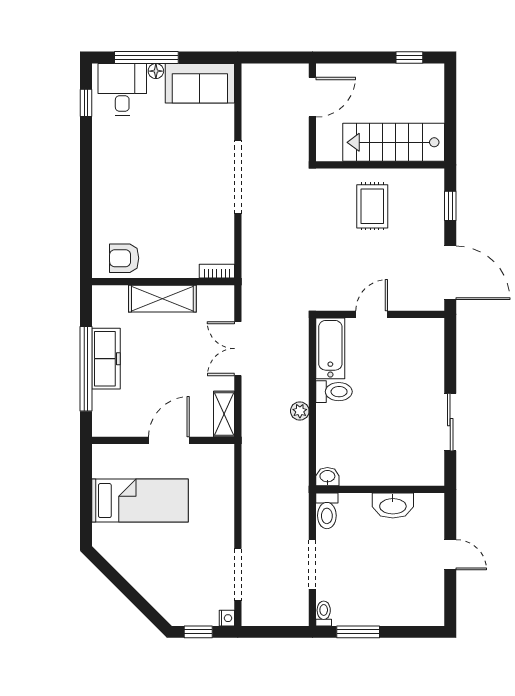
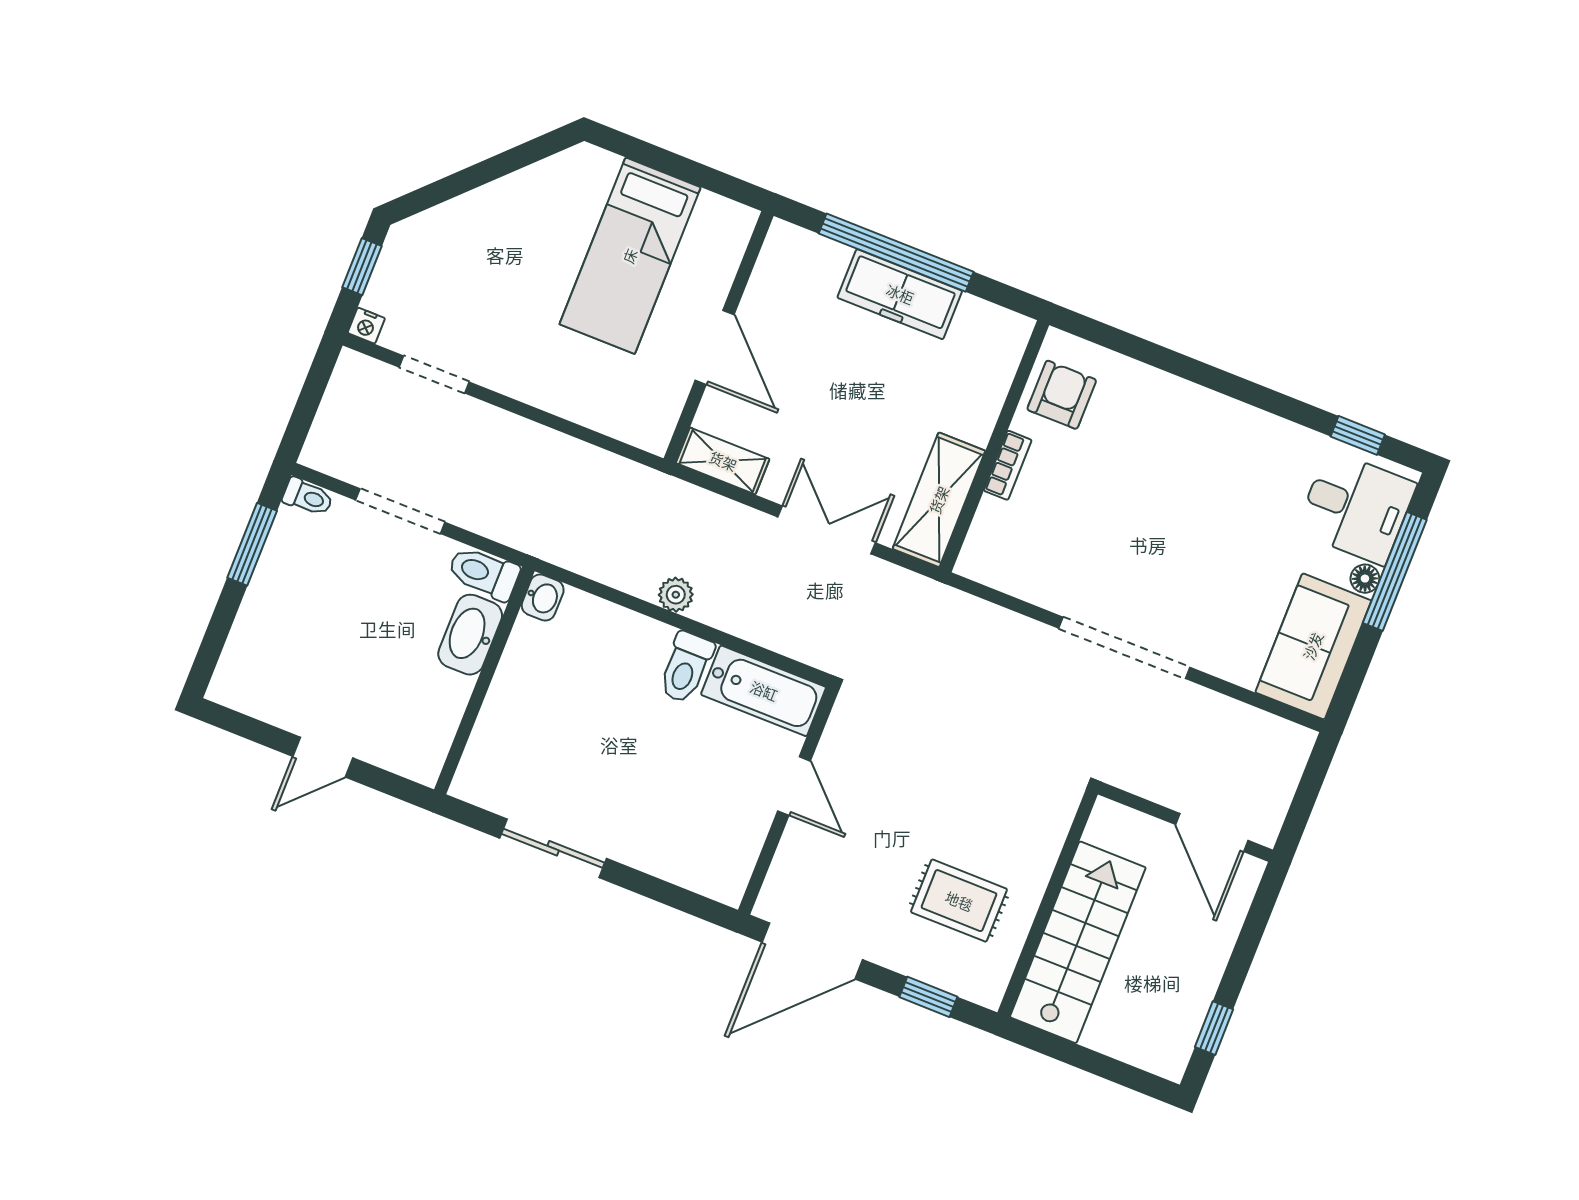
rug: (372, 206) -> (959, 901), moved
bookcase: (217, 271) -> (1008, 465), moved
shelving: (162, 299) -> (939, 500), moved
washbasin: (393, 506) -> (470, 635), moved
doorway: (238, 575) -> (434, 375), width x0.73

